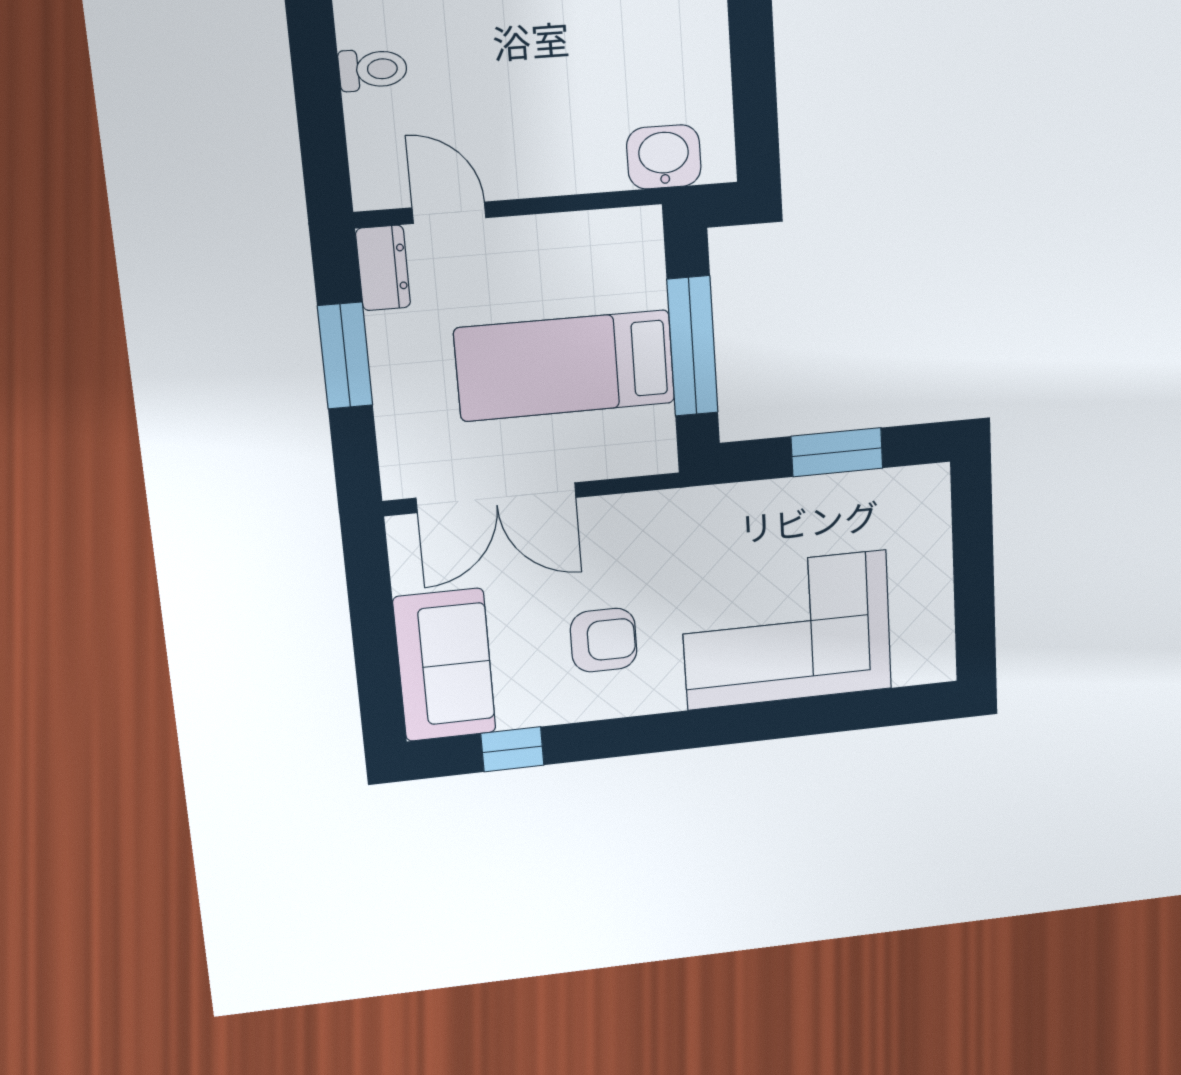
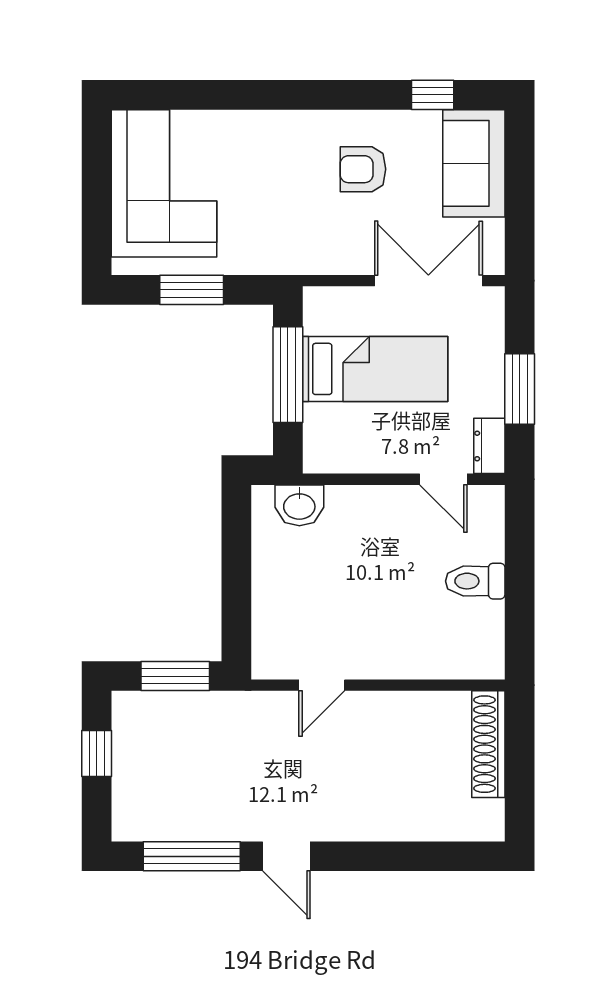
toilet: (373, 69) -> (475, 581), width x1.37, depth x1.39
corner sofa: (787, 630) -> (164, 183), moved, turned -90

